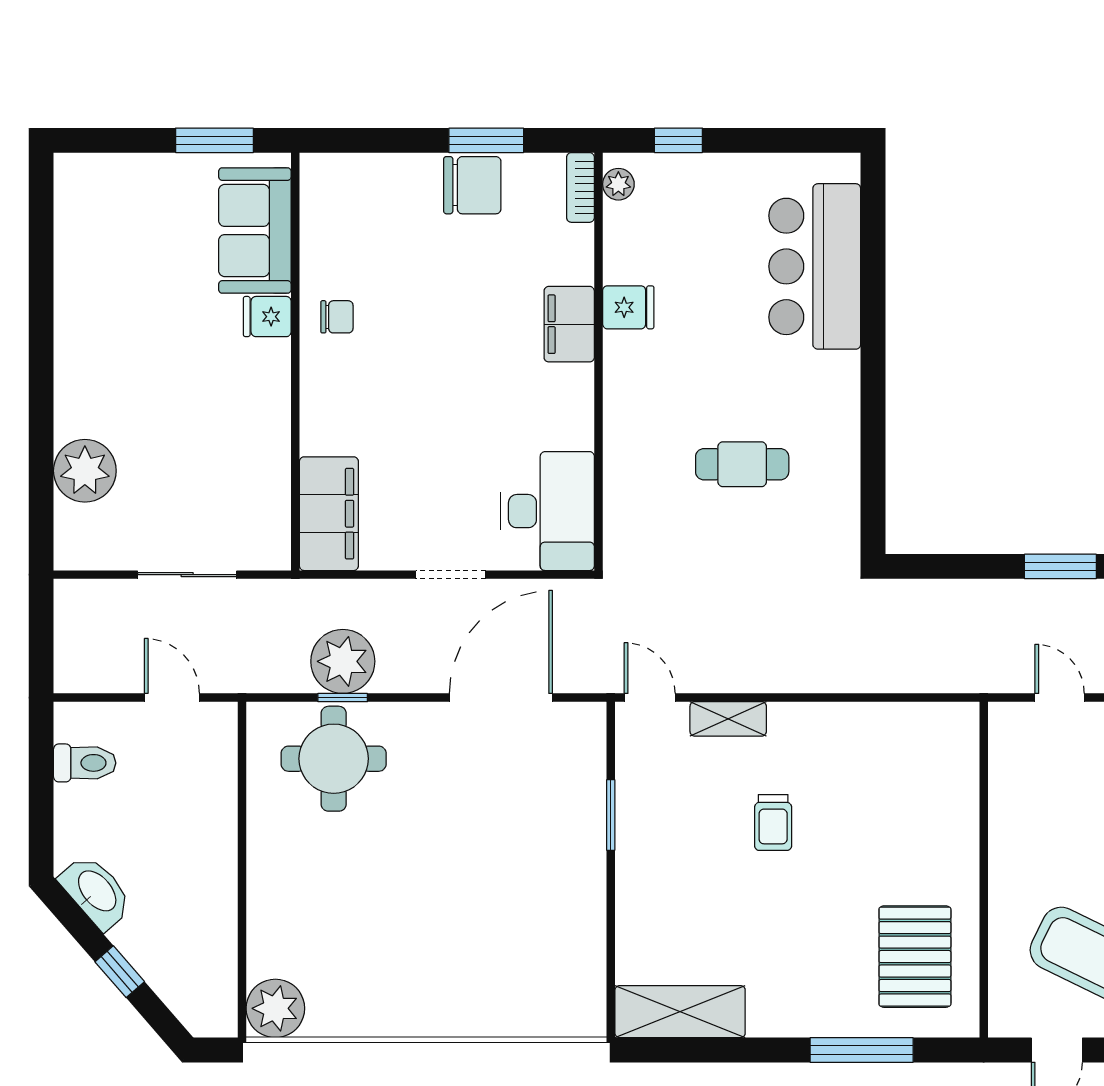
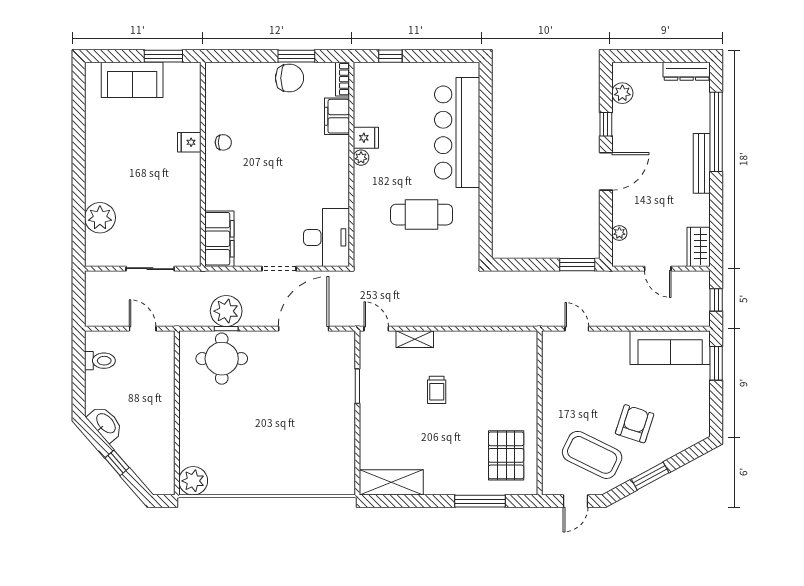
plant: (618, 184) -> (361, 158), moved
sofa: (255, 230) -> (132, 80), moved, turned -90
bar counter: (815, 266) -> (457, 132), width x1.36
filing cabinet: (569, 324) -> (337, 116), moved
cafe table: (742, 464) -> (422, 215), width x1.37, depth x1.35

